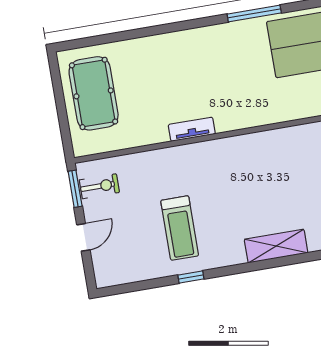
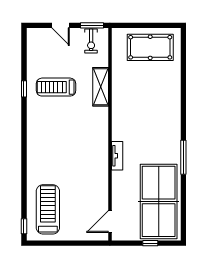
tv unit: (192, 129) -> (117, 156), moved
shelving: (276, 246) -> (101, 87), moved

